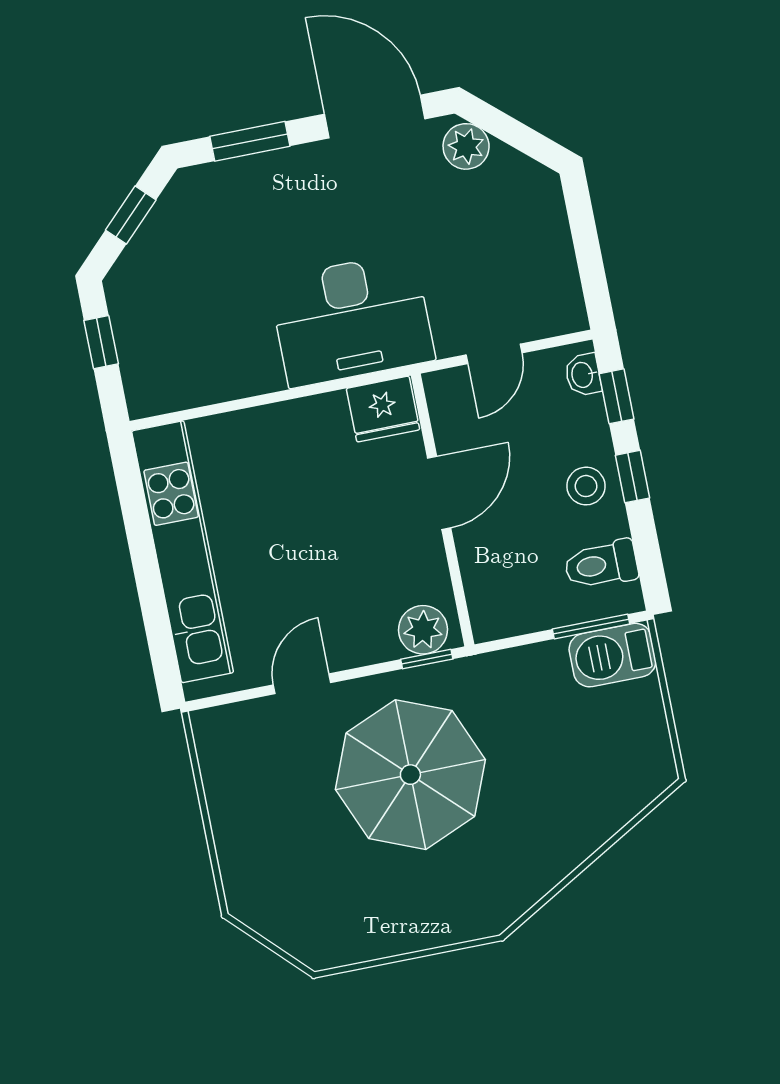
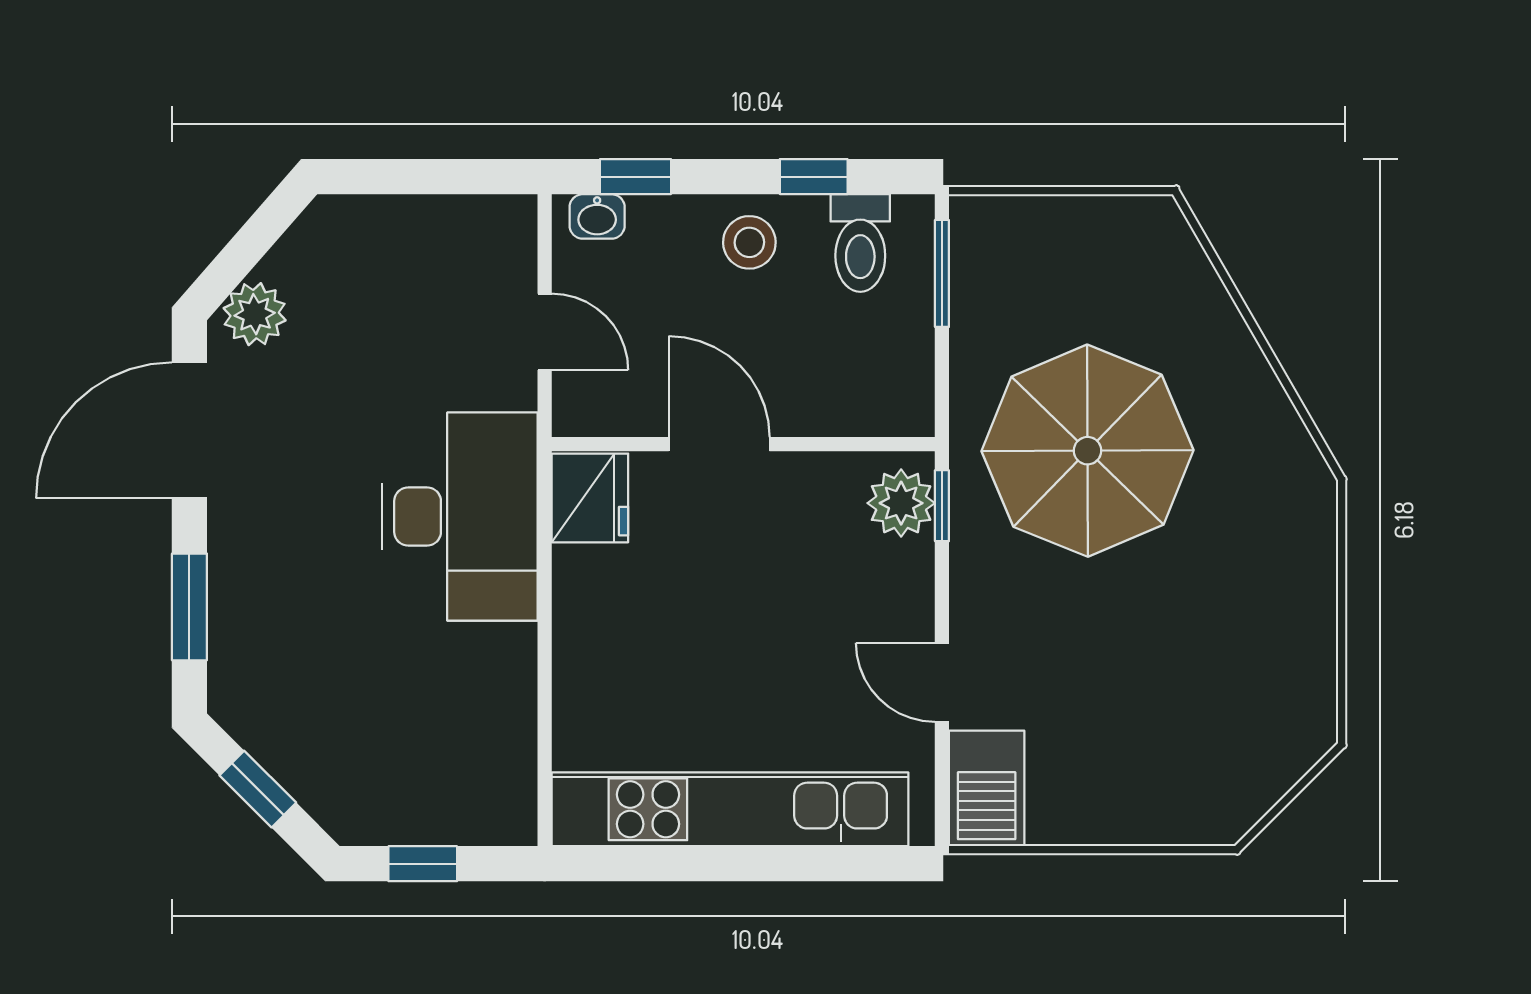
window: (632, 477) -> (814, 177), moved
barbecue: (612, 655) -> (987, 788), moved
parasol: (410, 775) -> (1088, 451), moved

